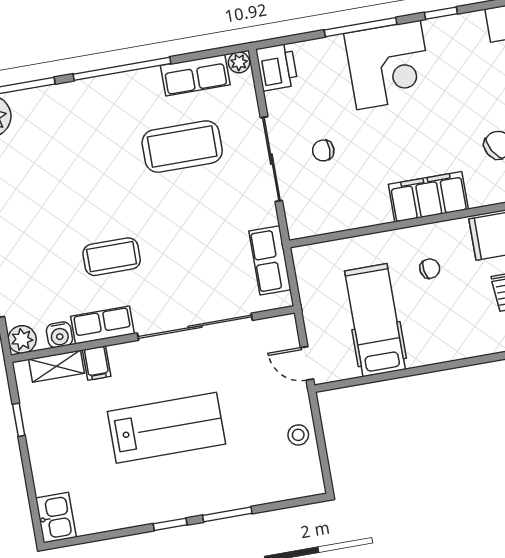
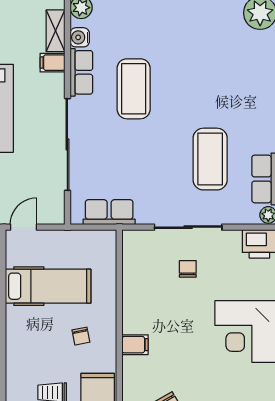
filing cabinet: (428, 197) -> (135, 345), width x0.33, depth x0.86
coffee table: (112, 257) -> (134, 89), width x1.36, depth x1.32

